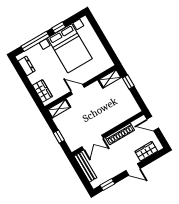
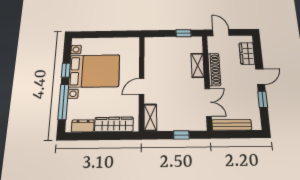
shelving: (110, 79) -> (198, 65), moved
window: (128, 82) -> (183, 33), moved
wardrobe: (42, 91) -> (114, 124), width x1.50
door: (153, 124) -> (221, 33), swing flipped
window: (107, 184) -> (263, 99), moved

